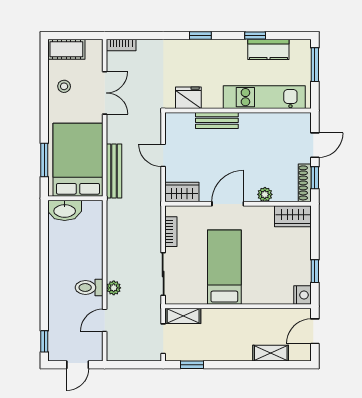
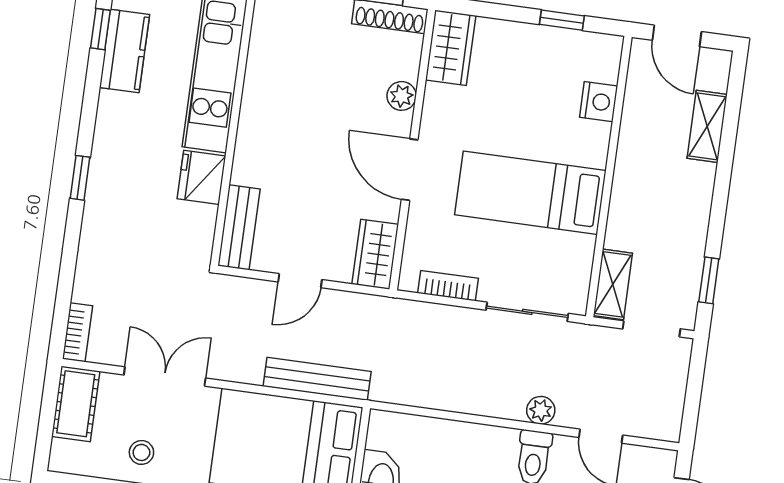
window: (255, 36) -> (100, 29), moved
cot: (66, 49) -> (76, 404), moved
fridge: (188, 98) -> (202, 177), moved
bench: (217, 120) -> (239, 227), moved
nightstand: (303, 295) -> (599, 102), moved, turned 90

